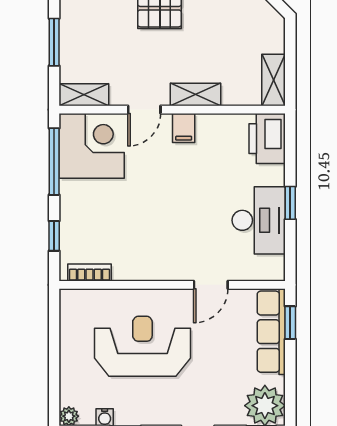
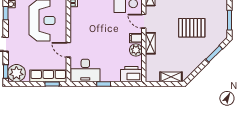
shelving: (274, 80) -> (171, 77), moved
plant: (211, 128) -> (136, 50), added
desk: (259, 220) -> (85, 70), moved

